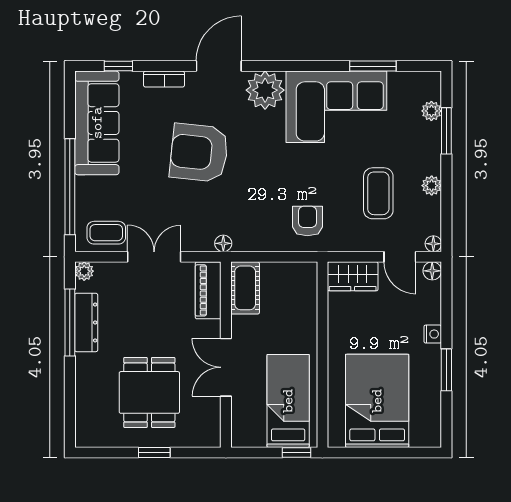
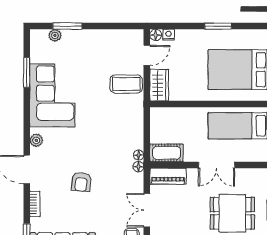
plant: (265, 90) -> (36, 140), width x0.53, depth x0.53
armchair: (199, 153) -> (81, 182), width x0.53, depth x0.53
plant: (432, 186) -> (102, 35), removed
coffee table: (378, 193) -> (126, 84), moved
armchair: (307, 221) -> (124, 114), removed
floor lamp: (433, 244) -> (139, 155), moved
nightstand: (433, 334) -> (169, 35), moved

